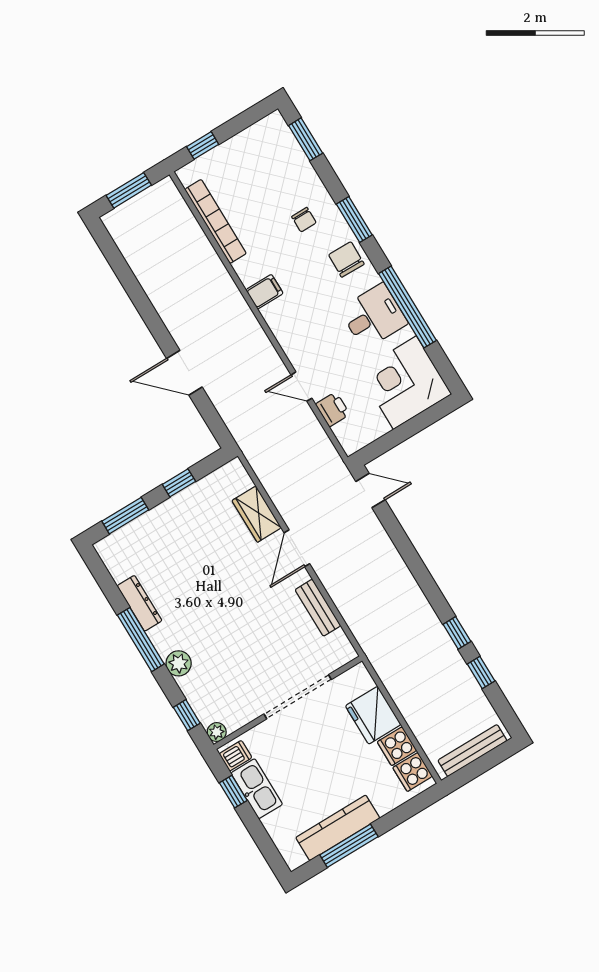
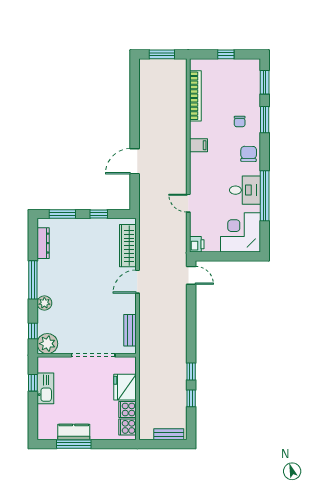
window: (203, 145) -> (226, 54), moved
window: (354, 219) -> (265, 120), moved
door: (184, 373) -> (135, 161), hinge flipped
printer: (333, 409) -> (197, 244), moved
wardrobe: (257, 514) -> (128, 246), width x1.50
dresser: (140, 603) -> (43, 243), moved
bench: (318, 608) -> (130, 330), moved
plant: (217, 732) -> (47, 344), width x1.87, depth x1.87
bench: (472, 751) -> (169, 434), width x0.73
dishwasher: (236, 756) -> (45, 366), removed
kitchen counter: (338, 828) -> (74, 432), width x0.67

